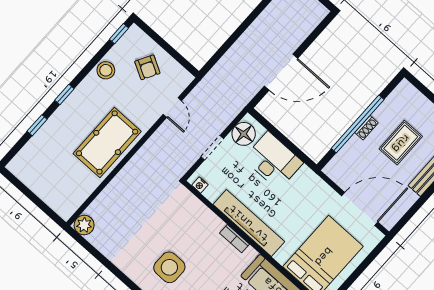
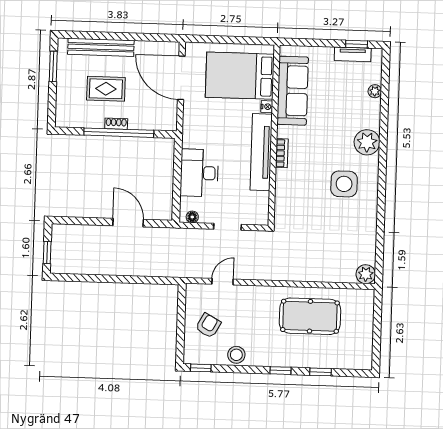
door: (281, 72) -> (128, 223), width x0.73
floor lamp: (244, 134) -> (192, 217), width x0.53, depth x0.53
pool table: (107, 142) -> (310, 316), moved
nightstand: (200, 185) -> (267, 107), moved

